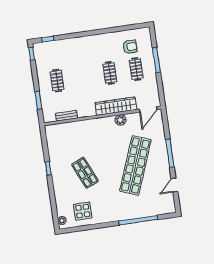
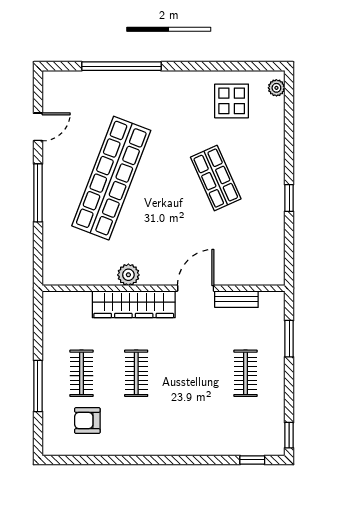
door: (148, 109) -> (196, 288), moved

